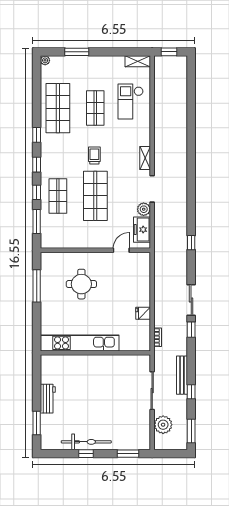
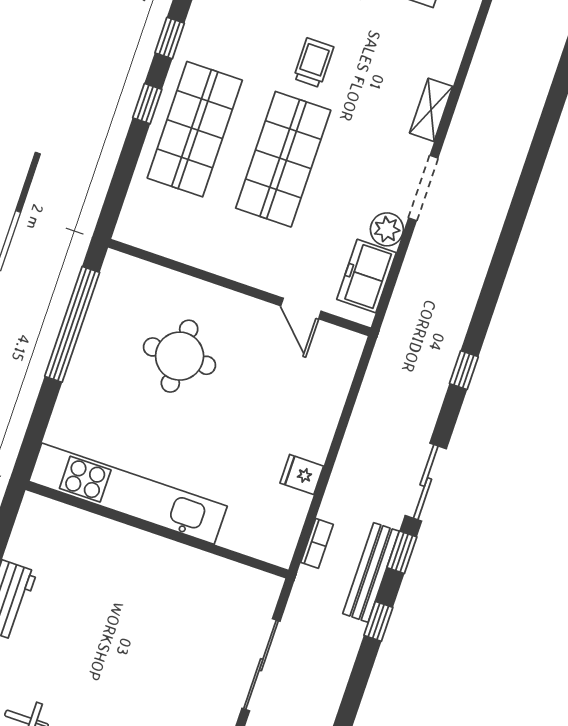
shop shelf: (58, 196) -> (195, 129), width x1.43, depth x1.36
window: (37, 221) -> (124, 172), removed
window: (191, 243) -> (464, 370), moved
door: (121, 250) -> (301, 308), swing flipped
window: (37, 286) -> (72, 324), width x1.46
bench: (182, 375) -> (371, 572), moved
window: (191, 392) -> (378, 621), moved

